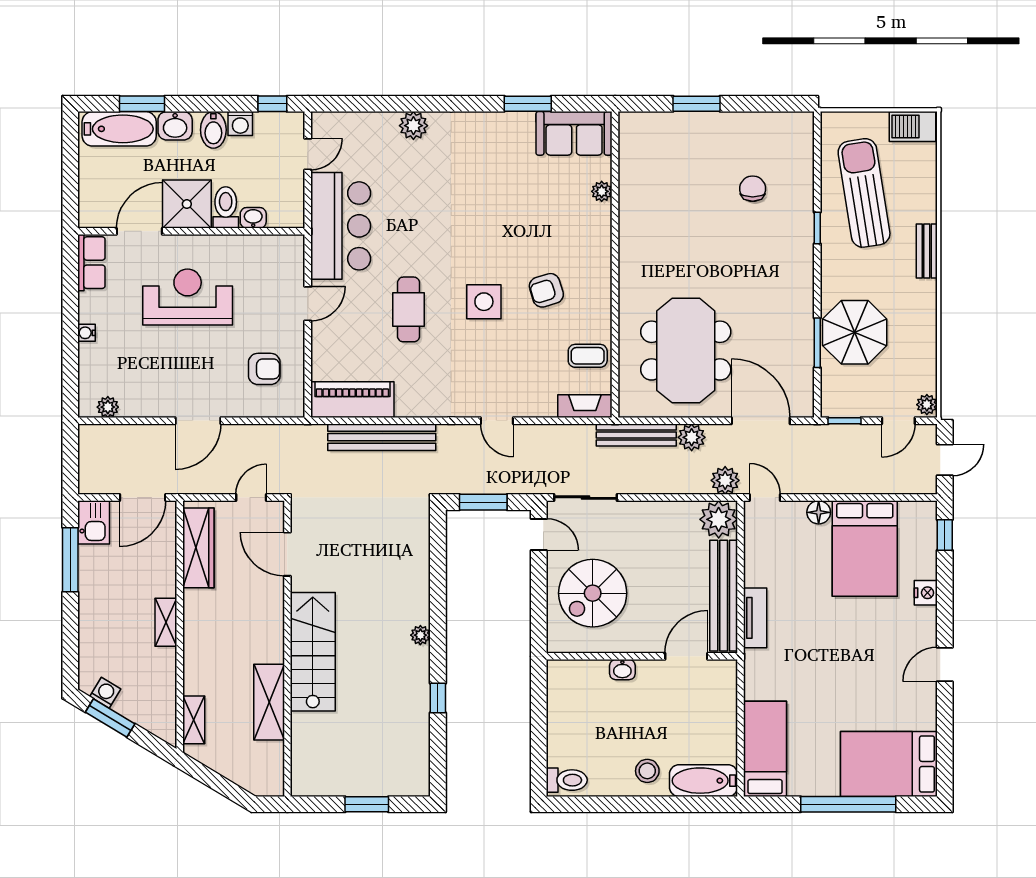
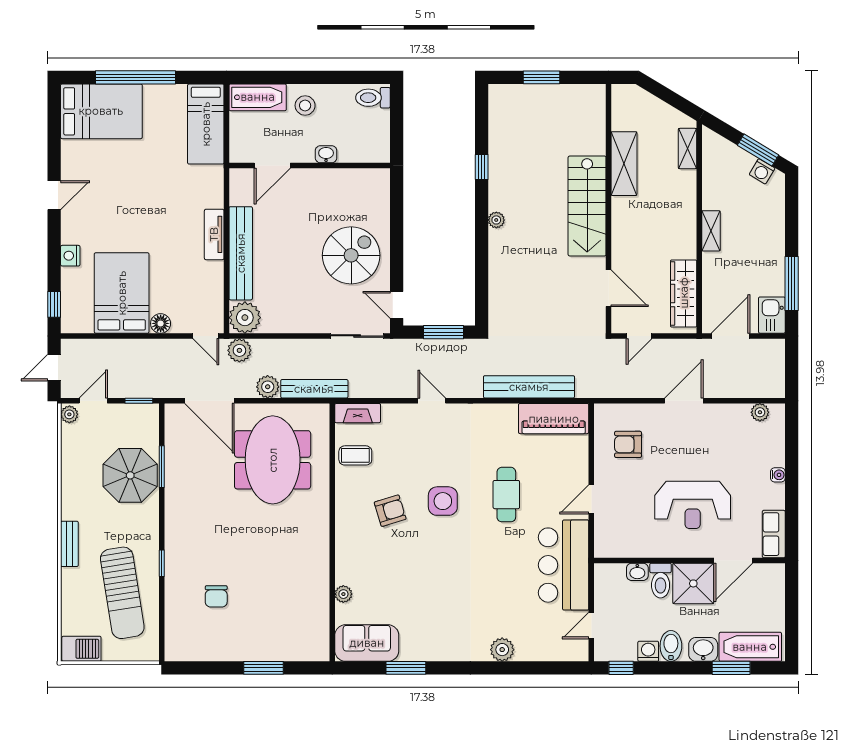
wall: (642, 656) -> (310, 165), moved
door: (686, 656) -> (272, 165), moved
washbasin: (622, 670) -> (326, 154), moved

